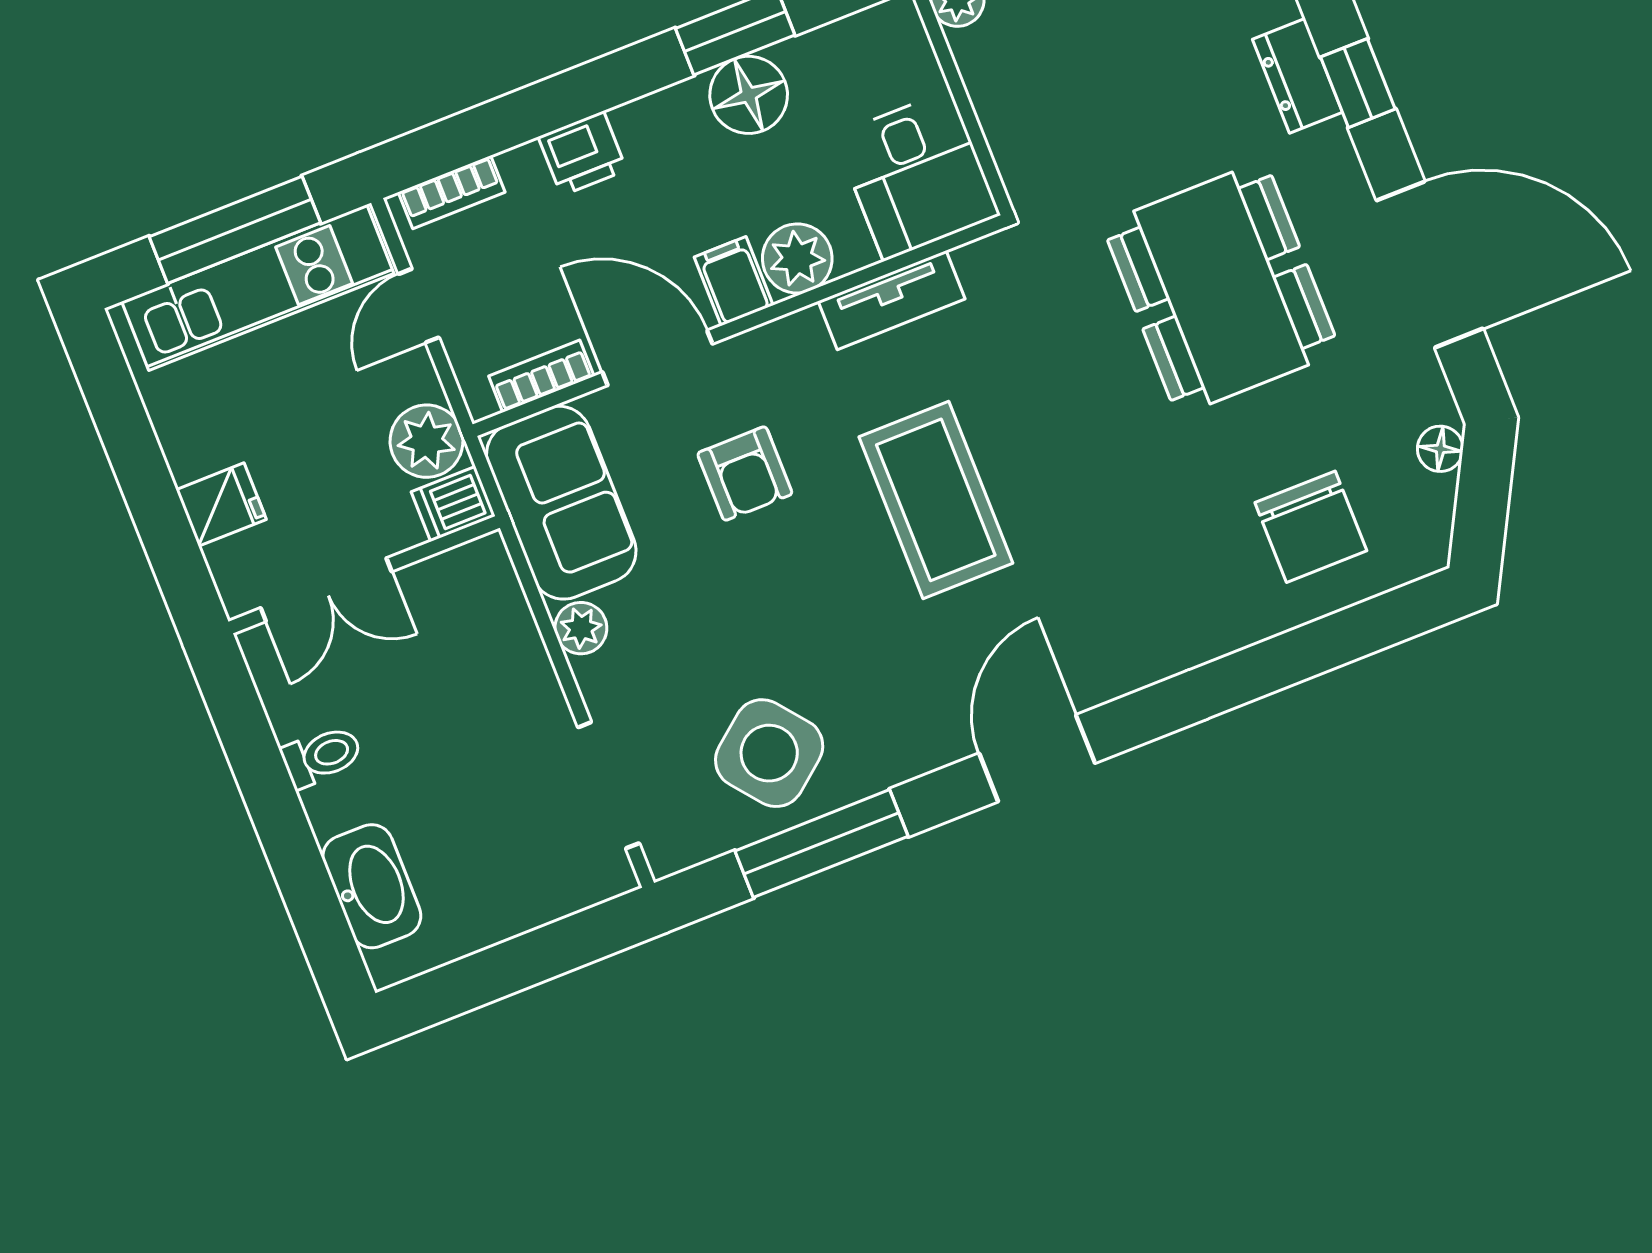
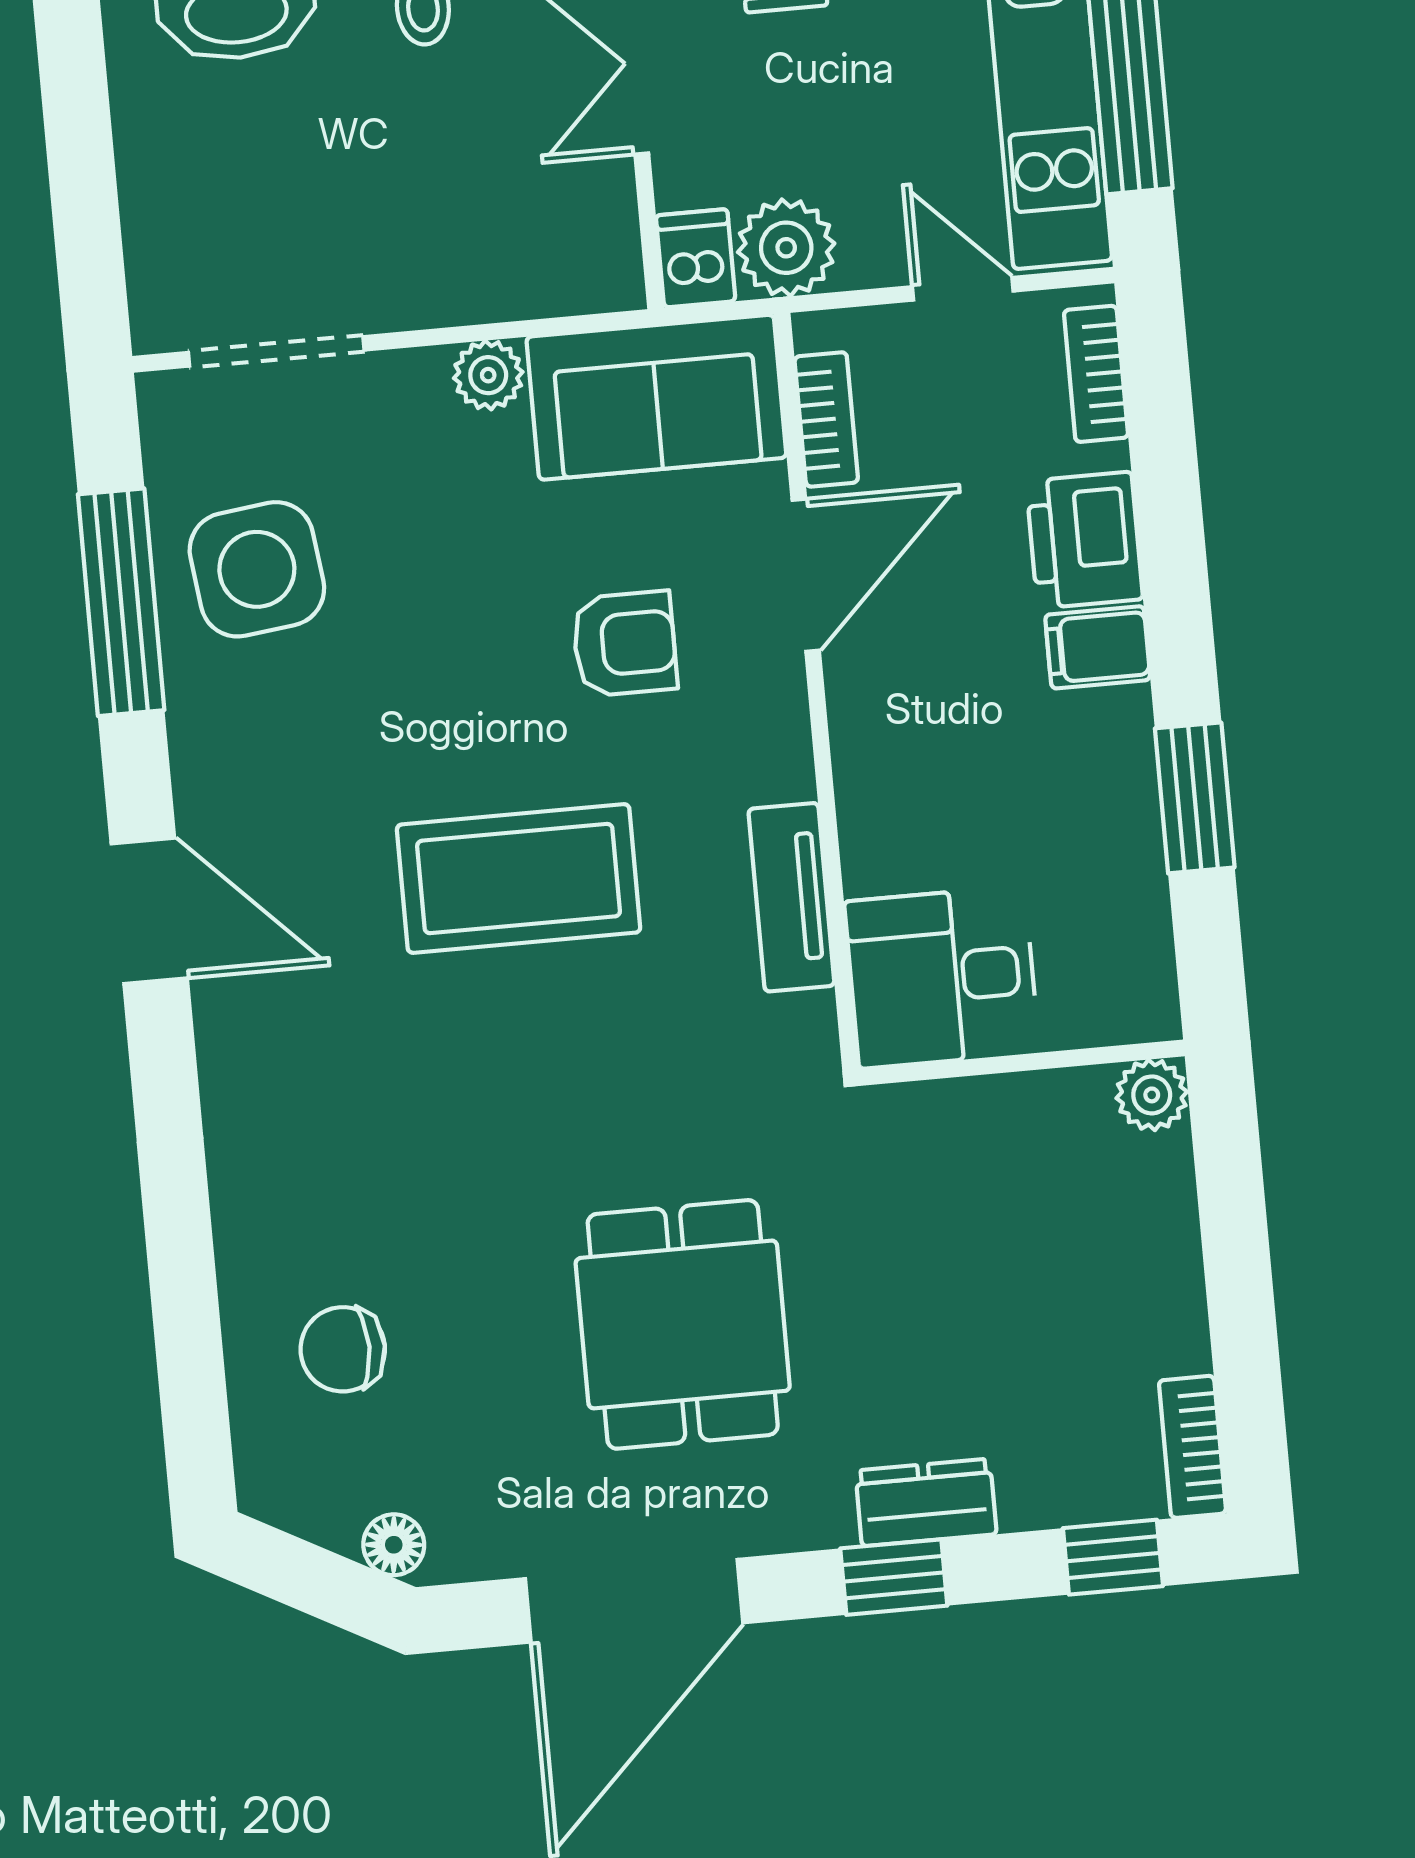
floor lamp: (749, 95) -> (1109, 791), removed
printer: (582, 153) -> (1084, 540), width x1.36, depth x1.24
plant: (797, 258) -> (880, 792), removed
filing cabinet: (734, 281) -> (1098, 647), moved, turned 180
dining table: (1221, 288) -> (683, 1324), width x0.73
armchair: (745, 474) -> (625, 644), turned 180
chair: (1311, 527) -> (343, 1349), width x0.73, depth x0.73
side table: (769, 753) -> (257, 569), turned 32

